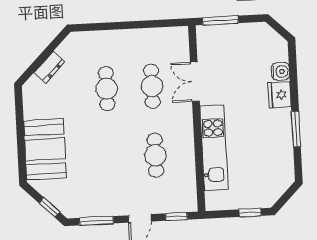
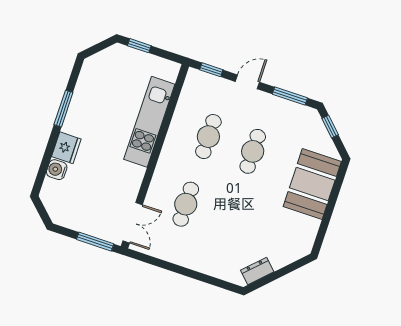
dresser: (50, 67) -> (257, 271), moved
double door: (195, 82) -> (133, 223), moved
cafe table: (107, 89) -> (253, 151), moved

